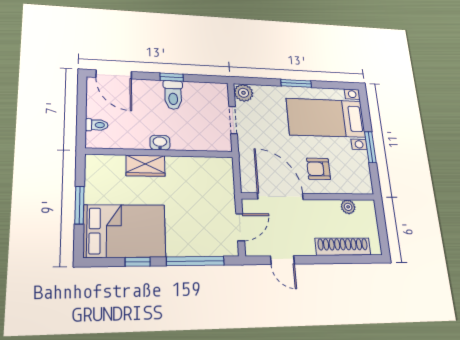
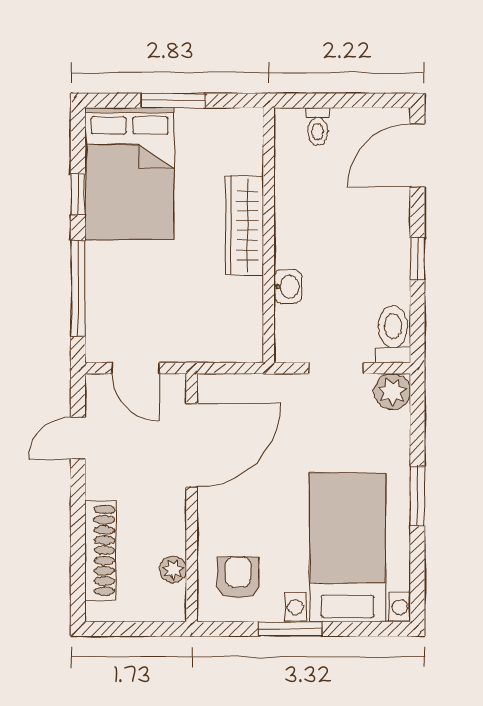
toilet: (173, 95) -> (393, 334), moved, turned 90
washbasin: (160, 143) -> (288, 287), moved
wardrobe: (146, 166) -> (244, 226), width x1.50
armchair: (318, 169) -> (238, 578), moved

